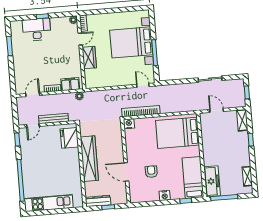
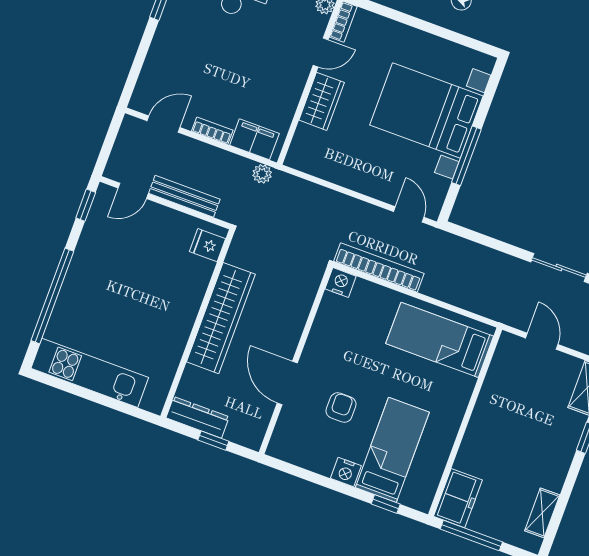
bed: (178, 133) -> (440, 340), width x0.67
fridge: (69, 138) -> (207, 245), width x0.53, depth x0.75
bed: (193, 178) -> (392, 450), moved
freezer: (212, 181) -> (458, 498), width x0.71

